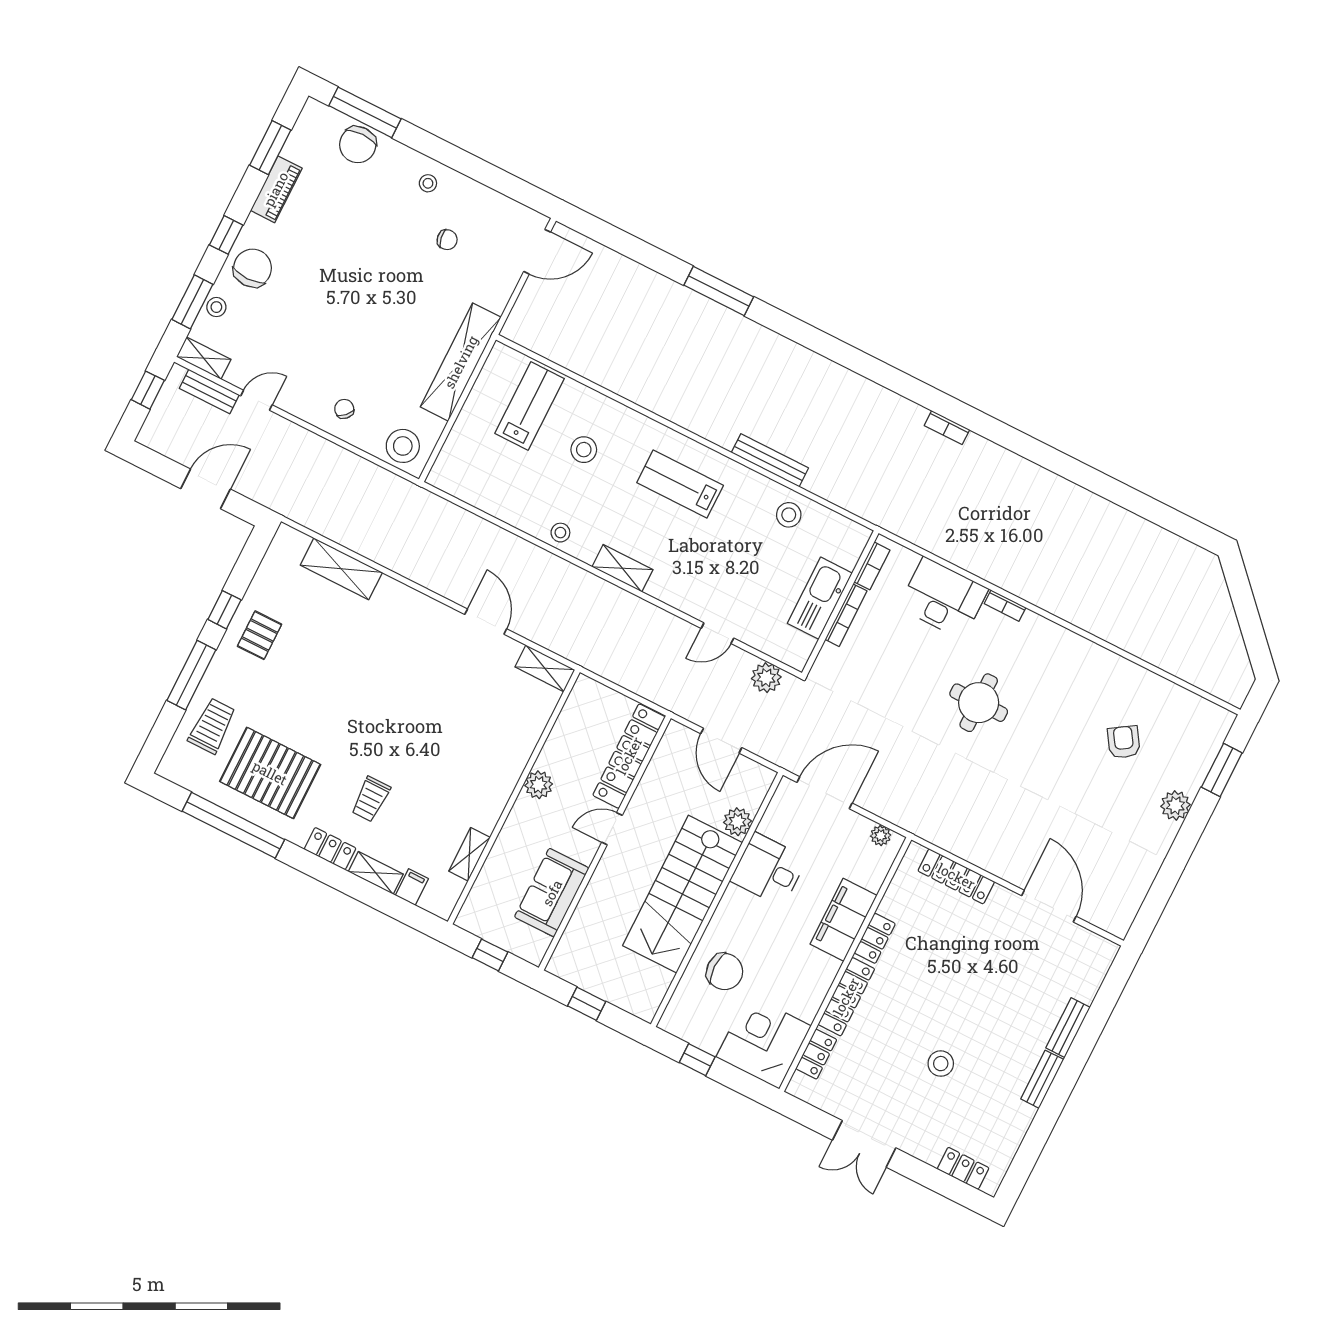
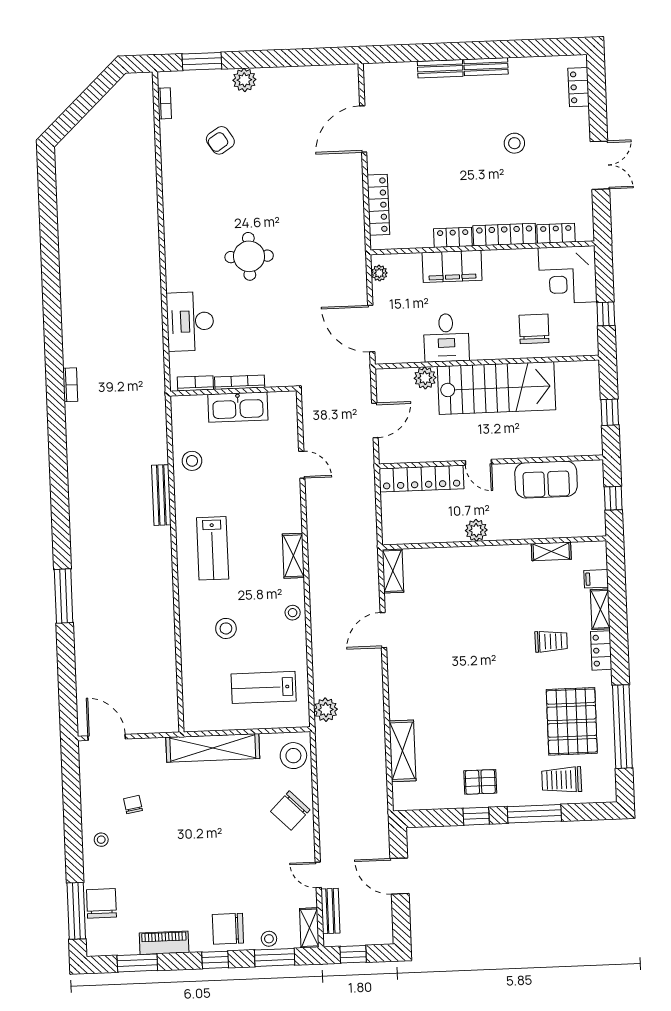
chair: (358, 145) -> (101, 903), turned -90
lab bench: (530, 406) -> (264, 687), moved
chair: (344, 409) -> (290, 811), width x1.87, depth x1.87
bookcase: (1005, 606) -> (164, 103), moved
plant: (766, 678) -> (326, 710), moved

